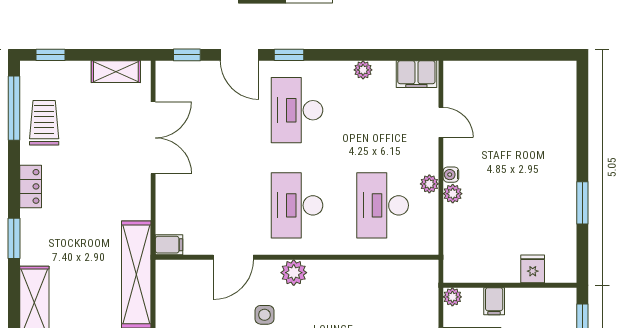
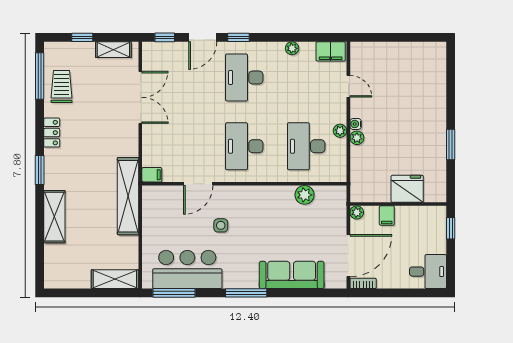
window: (51, 55) -> (82, 37), moved
door: (239, 55) -> (203, 37), hinge flipped
fridge: (533, 269) -> (407, 189), width x1.88, depth x1.34
plant: (294, 273) -> (305, 195), moved

